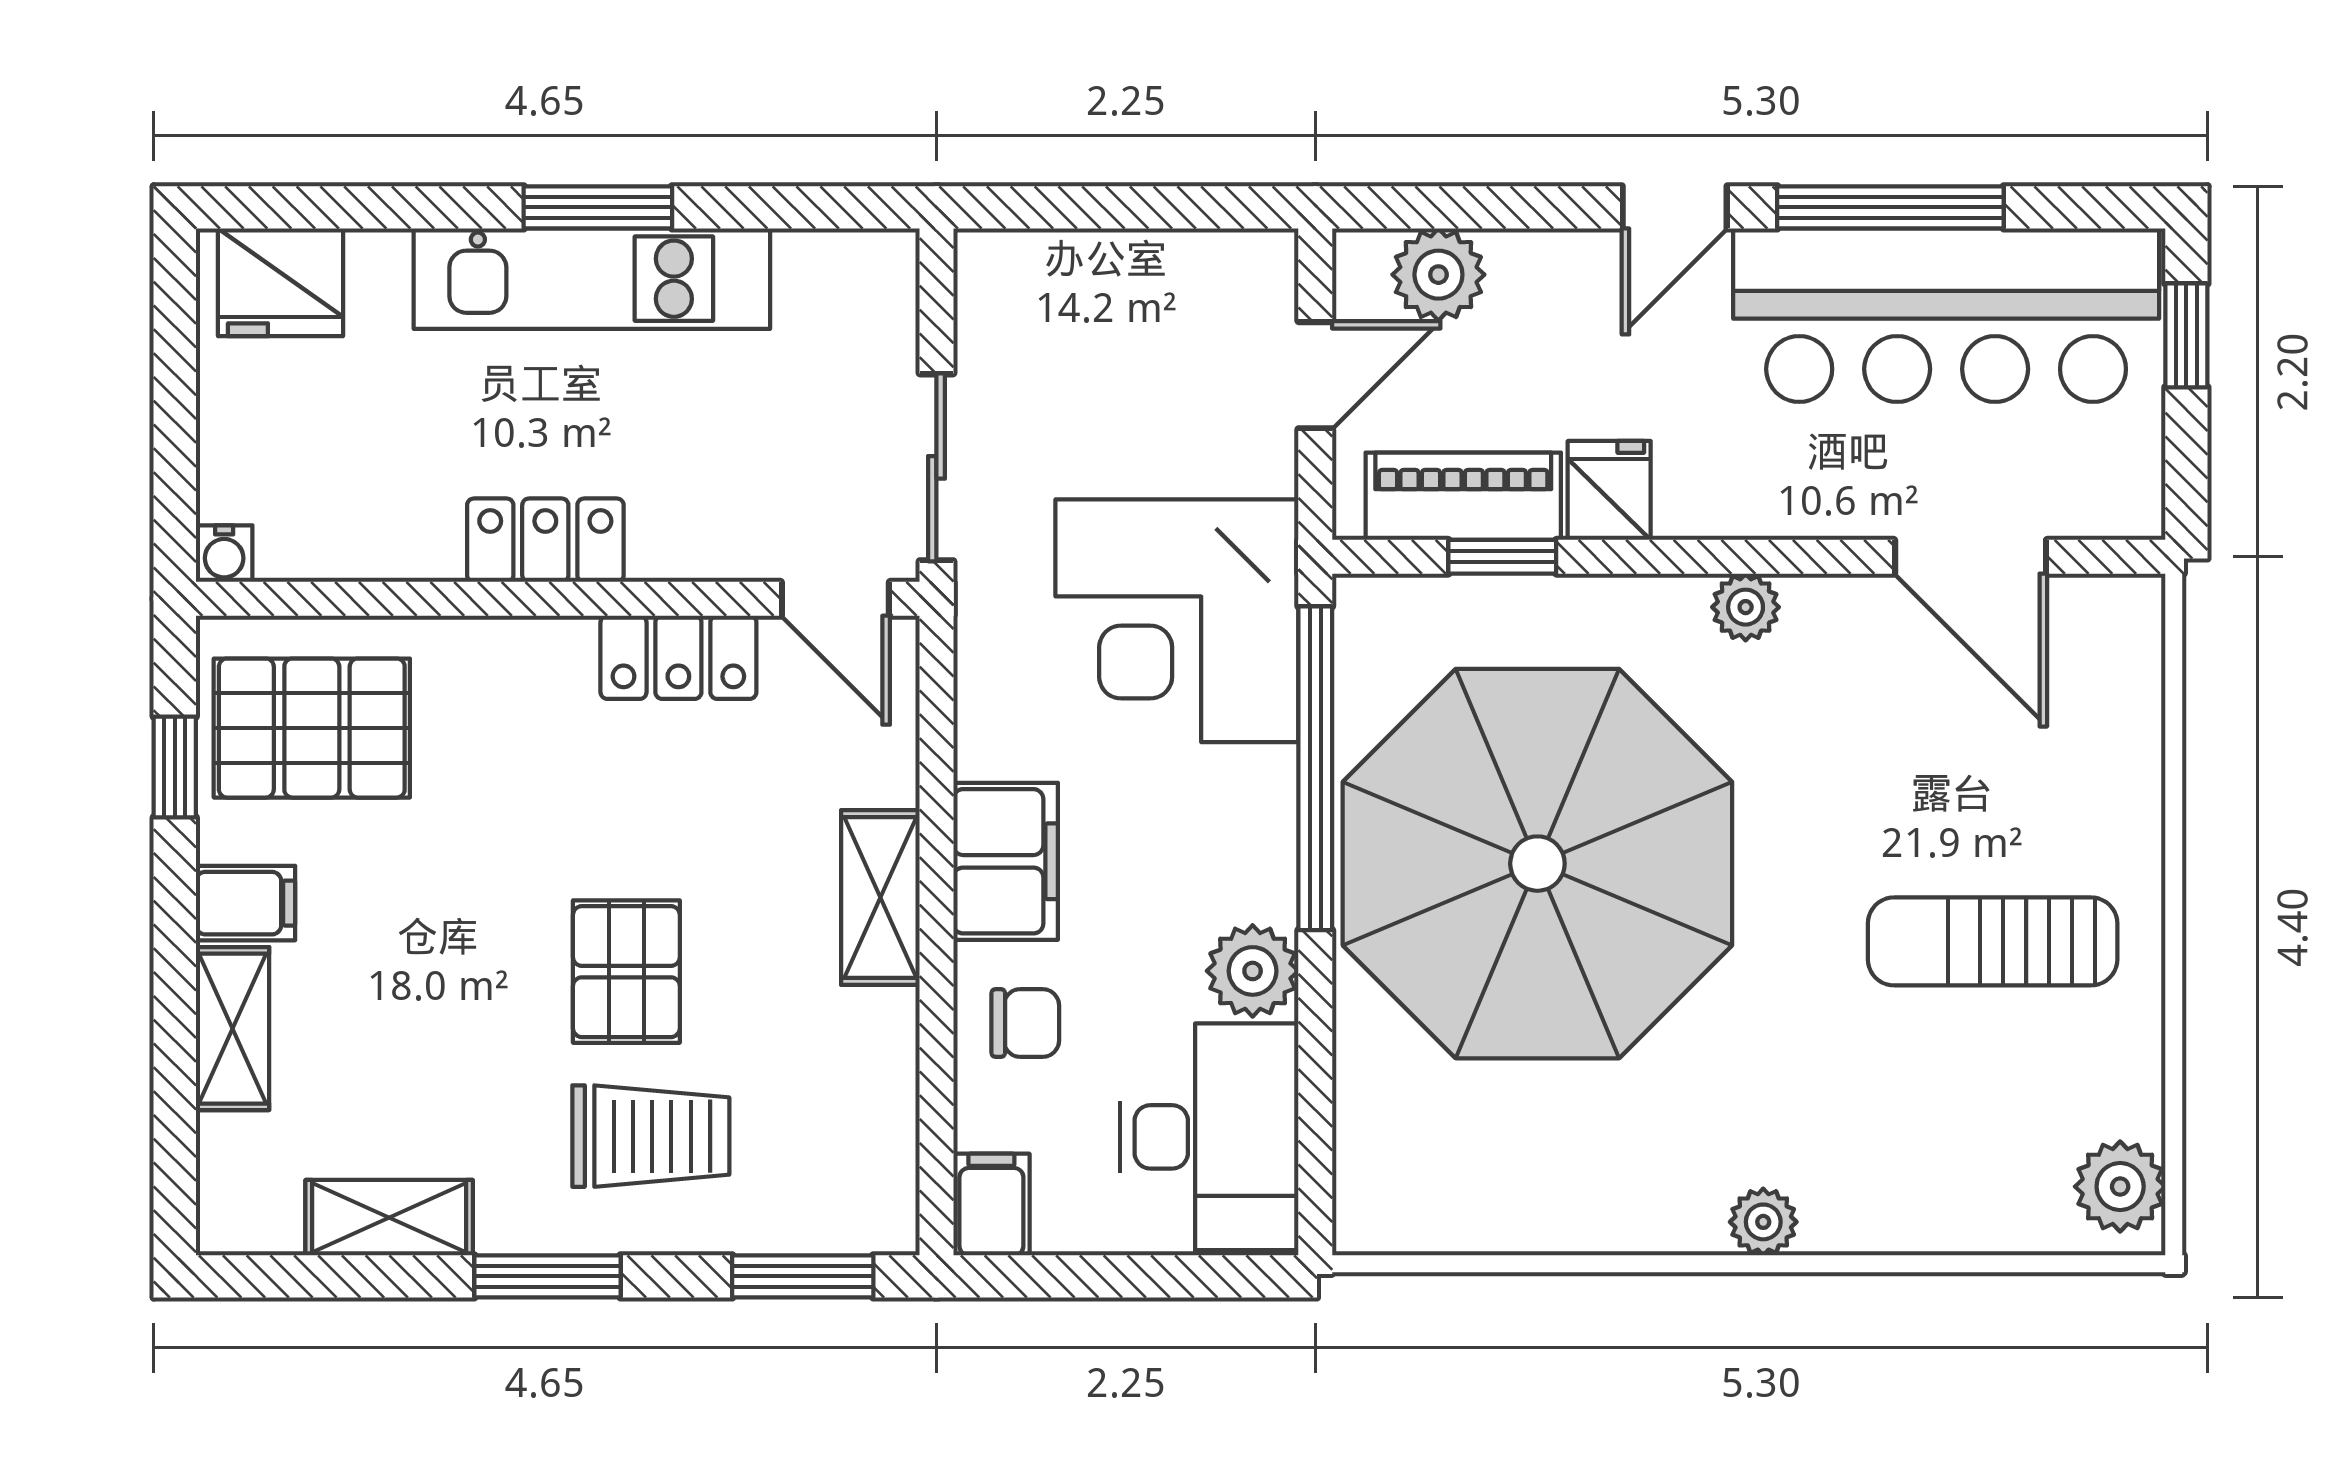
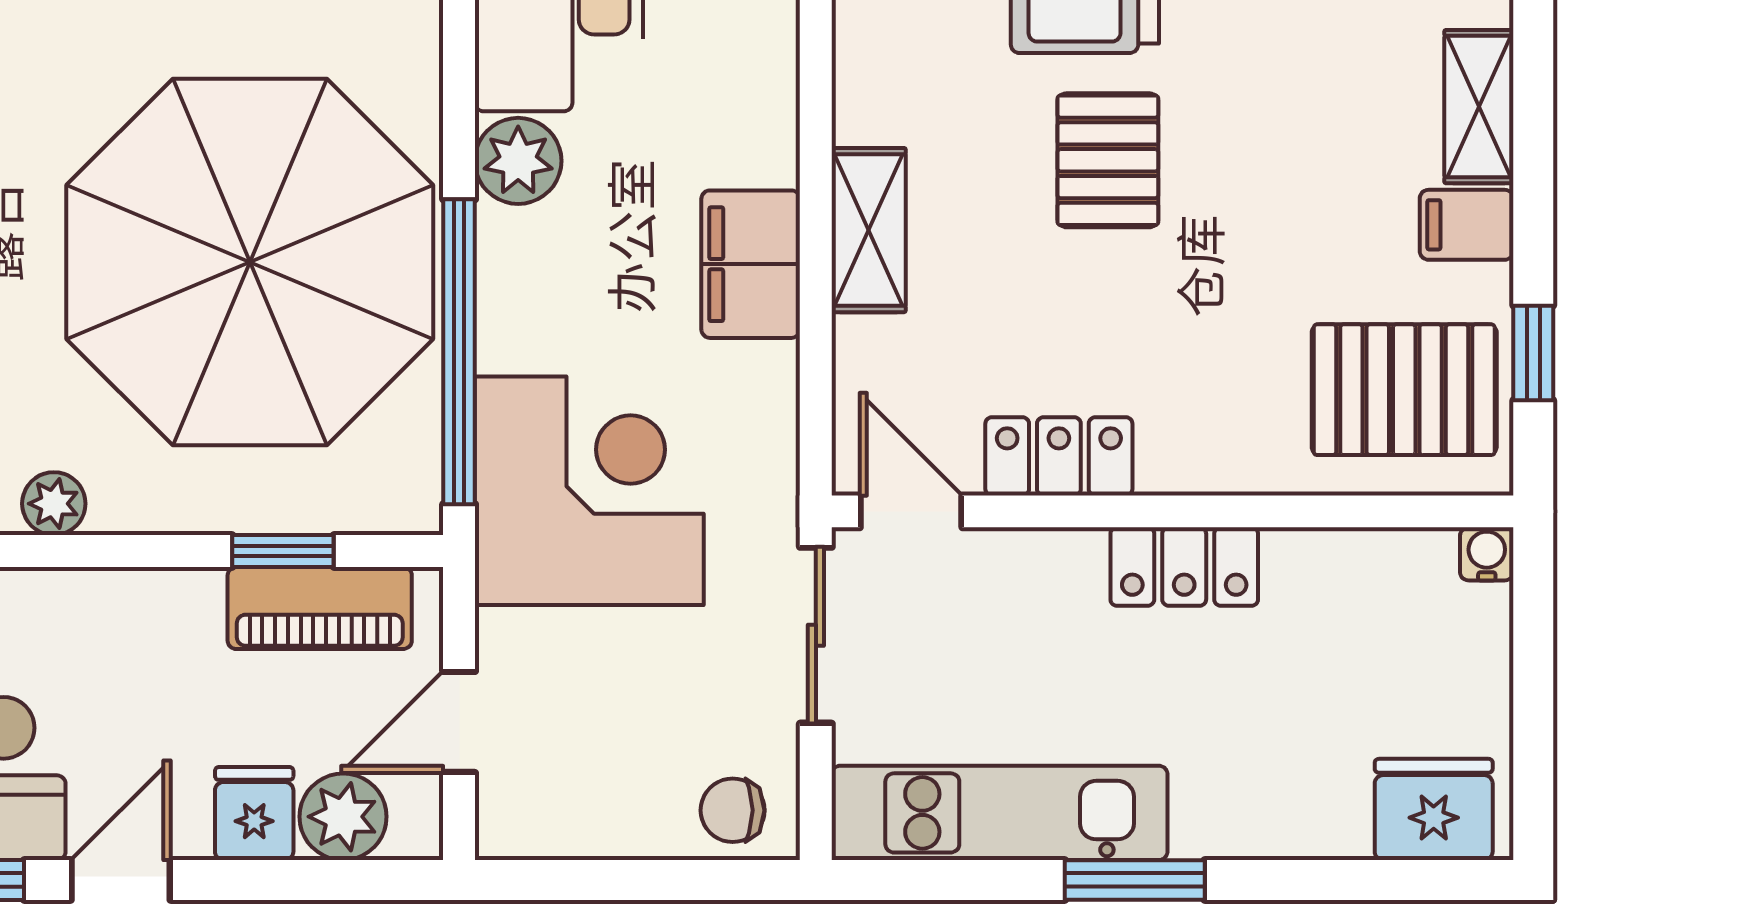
kitchen unit: (592, 279) -> (1000, 813), moved
fridge: (1609, 490) -> (254, 814), moved, turned 180
chair: (1025, 1023) -> (733, 810), moved

